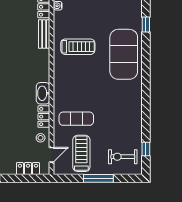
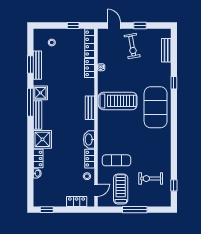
bench: (44, 34) -> (90, 108), moved
treadmill: (78, 47) -> (118, 101), width x1.37, depth x1.38
exercise bike: (123, 157) -> (151, 179), moved

